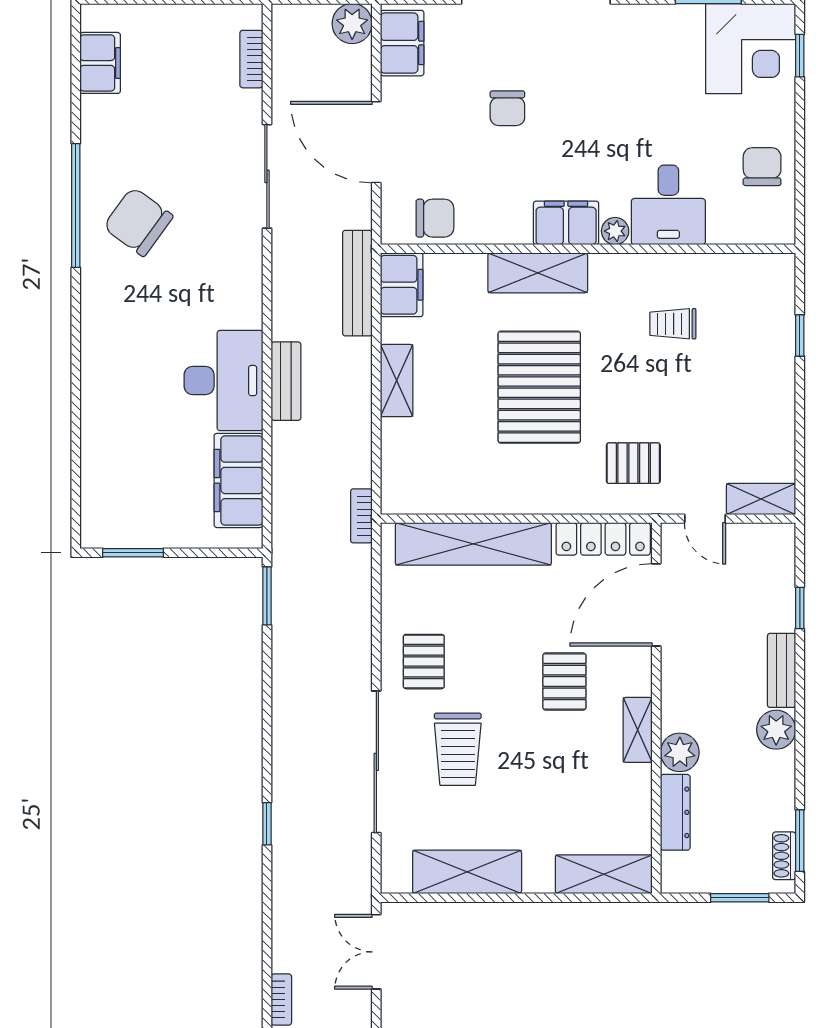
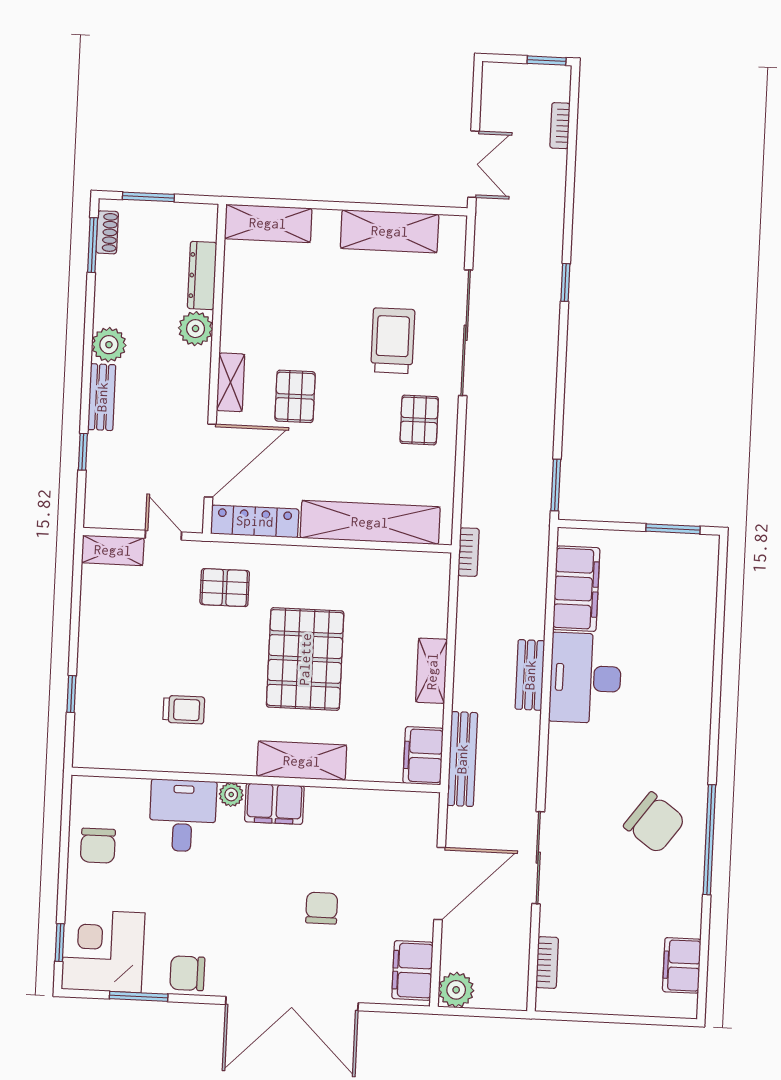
door: (376, 142) -> (440, 884), hinge flipped
chair: (435, 218) -> (187, 973), moved
shelving: (638, 730) -> (231, 382), moved

